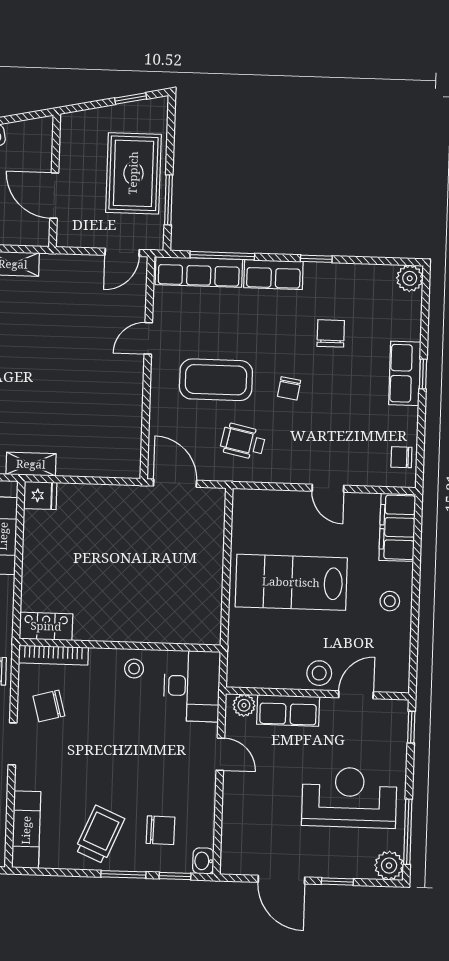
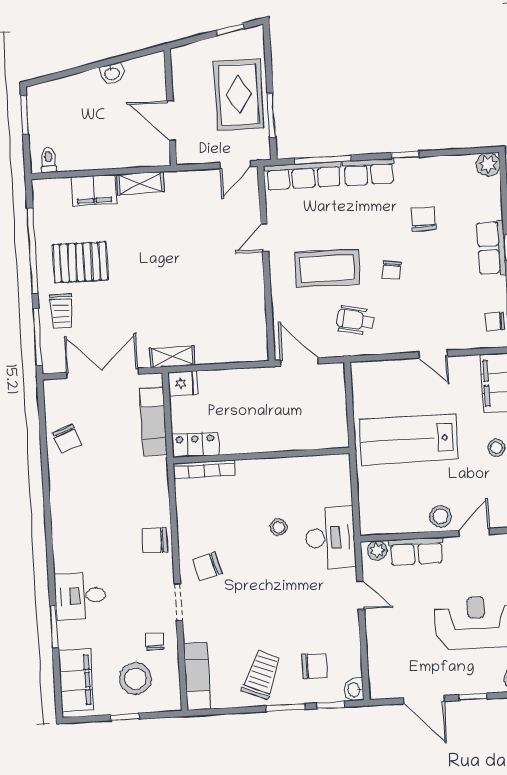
locker: (46, 626) -> (195, 445), moved
wall: (120, 645) -> (261, 455), moved
bookcase: (53, 655) -> (204, 469), moved

